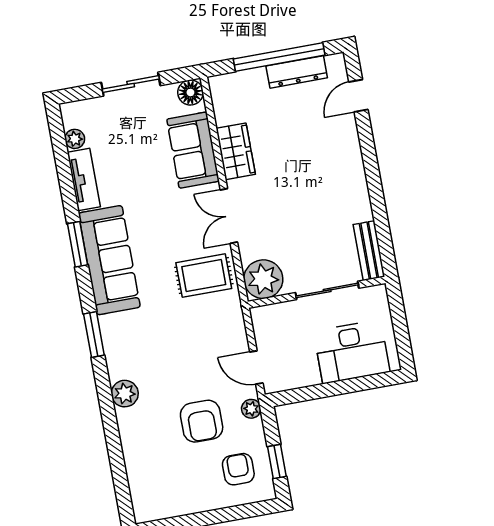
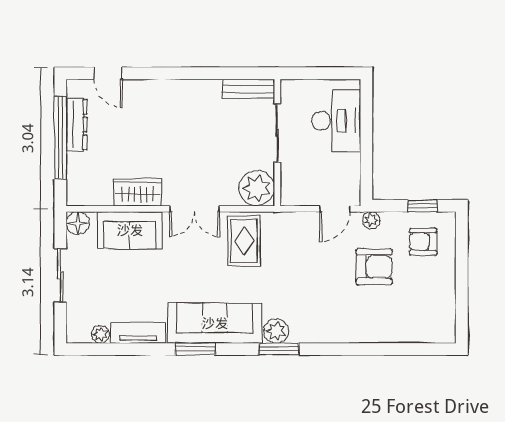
plant: (125, 394) -> (276, 331), moved

